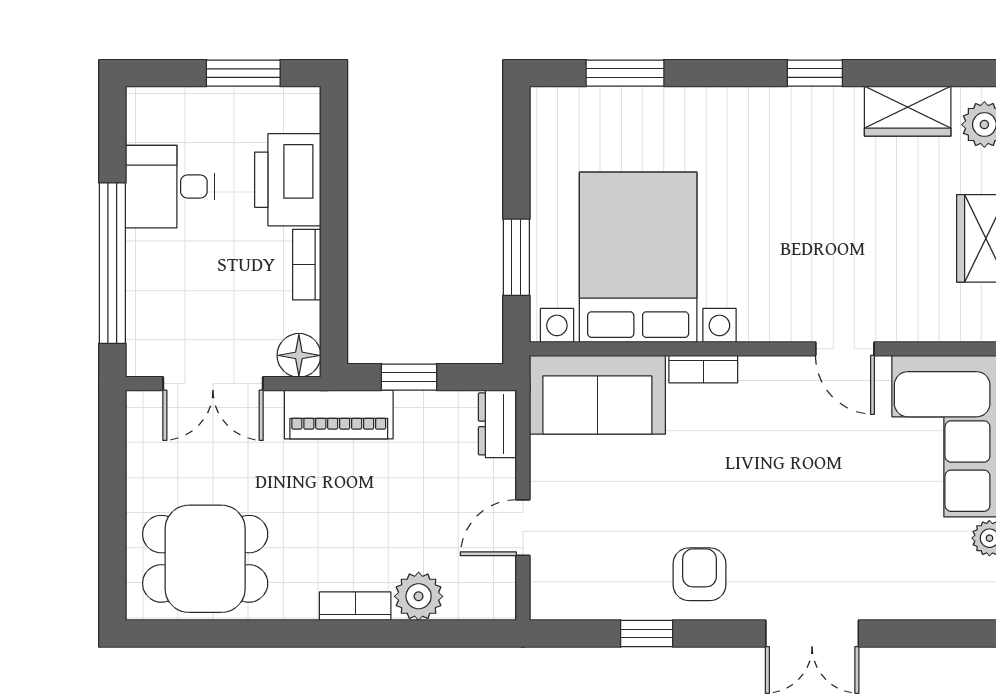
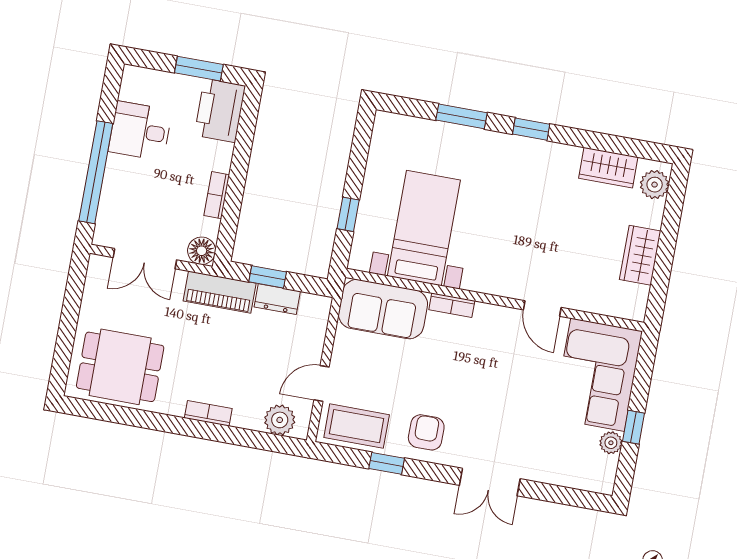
window: (625, 73) -> (462, 116), moved
window: (815, 73) -> (531, 129), moved
printer: (288, 180) -> (220, 111), moved
window: (516, 257) -> (348, 214), width x0.67
bed with nightstands: (638, 257) -> (424, 228), width x0.73
dresser: (497, 424) -> (277, 299), moved, turned -90
coffee table: (589, 584) -> (357, 426), added
plant: (419, 596) -> (280, 420), moved

